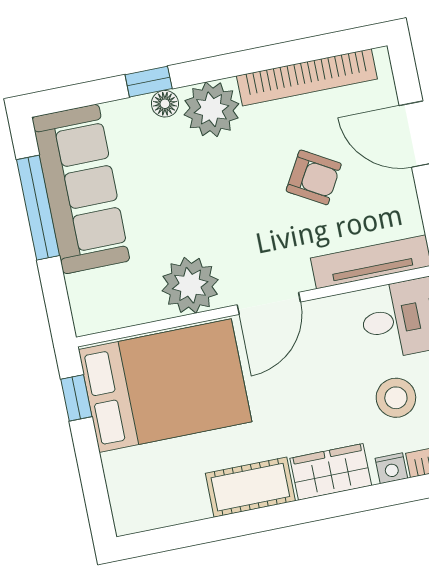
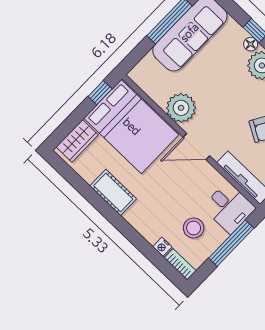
wardrobe: (331, 472) -> (77, 141), moved, turned 90

